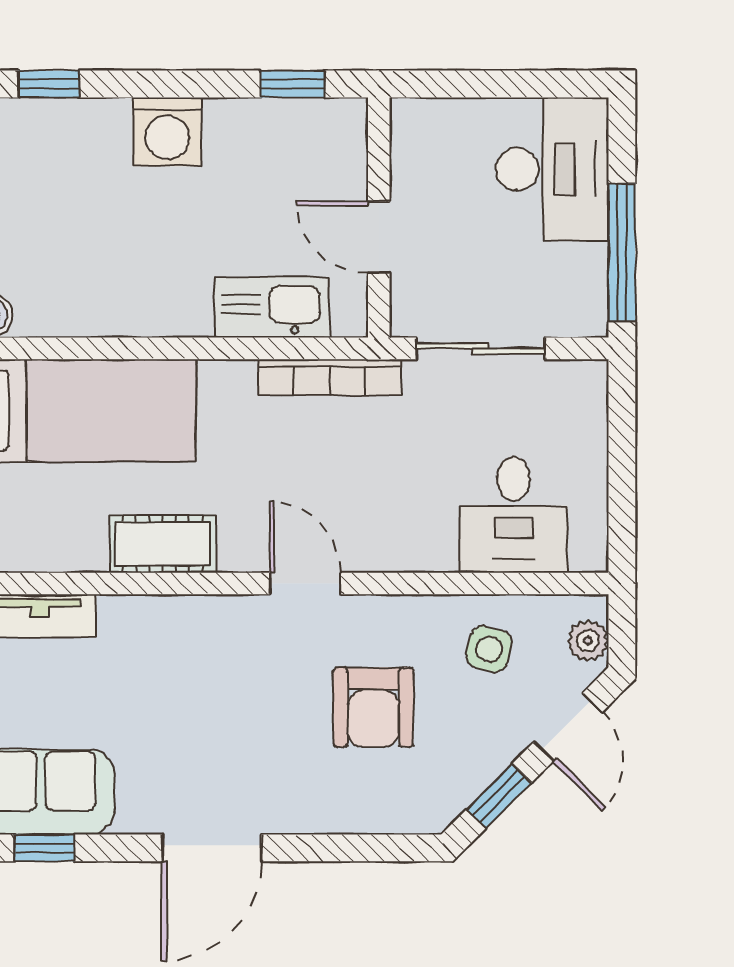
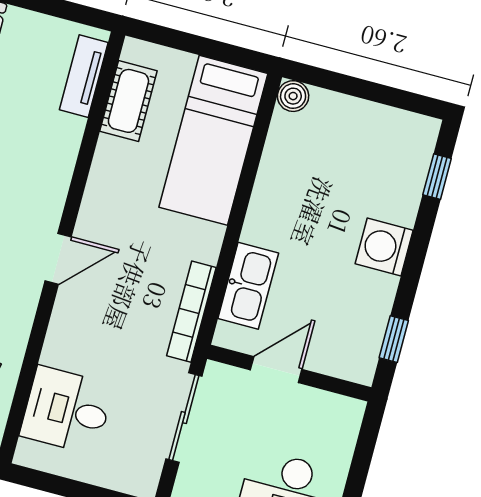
cot: (163, 544) -> (128, 101), moved

